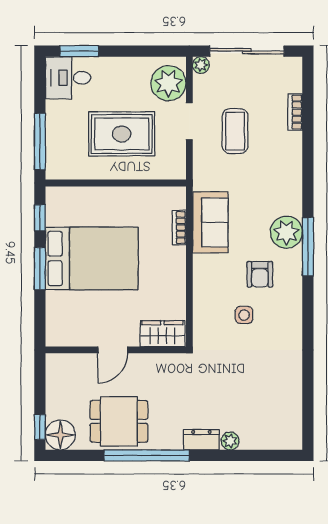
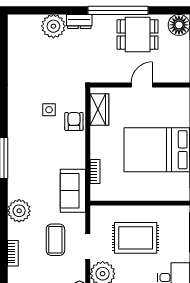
sofa: (210, 222) -> (73, 191), moved
plant: (286, 232) -> (19, 211), moved
armchair: (260, 274) -> (74, 121), moved
wardrobe: (162, 334) -> (99, 109), moved, turned -90
plant: (230, 441) -> (53, 26), width x1.88, depth x1.88

